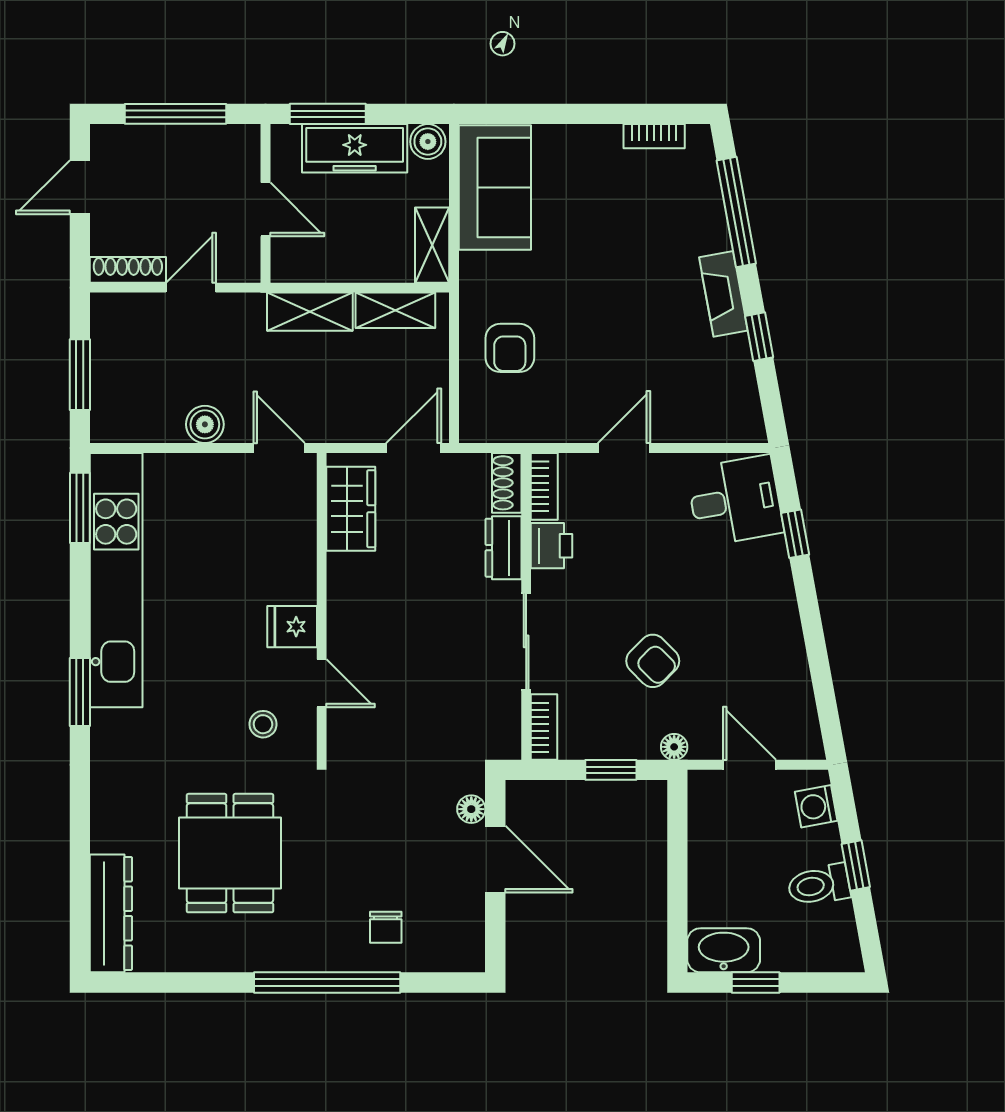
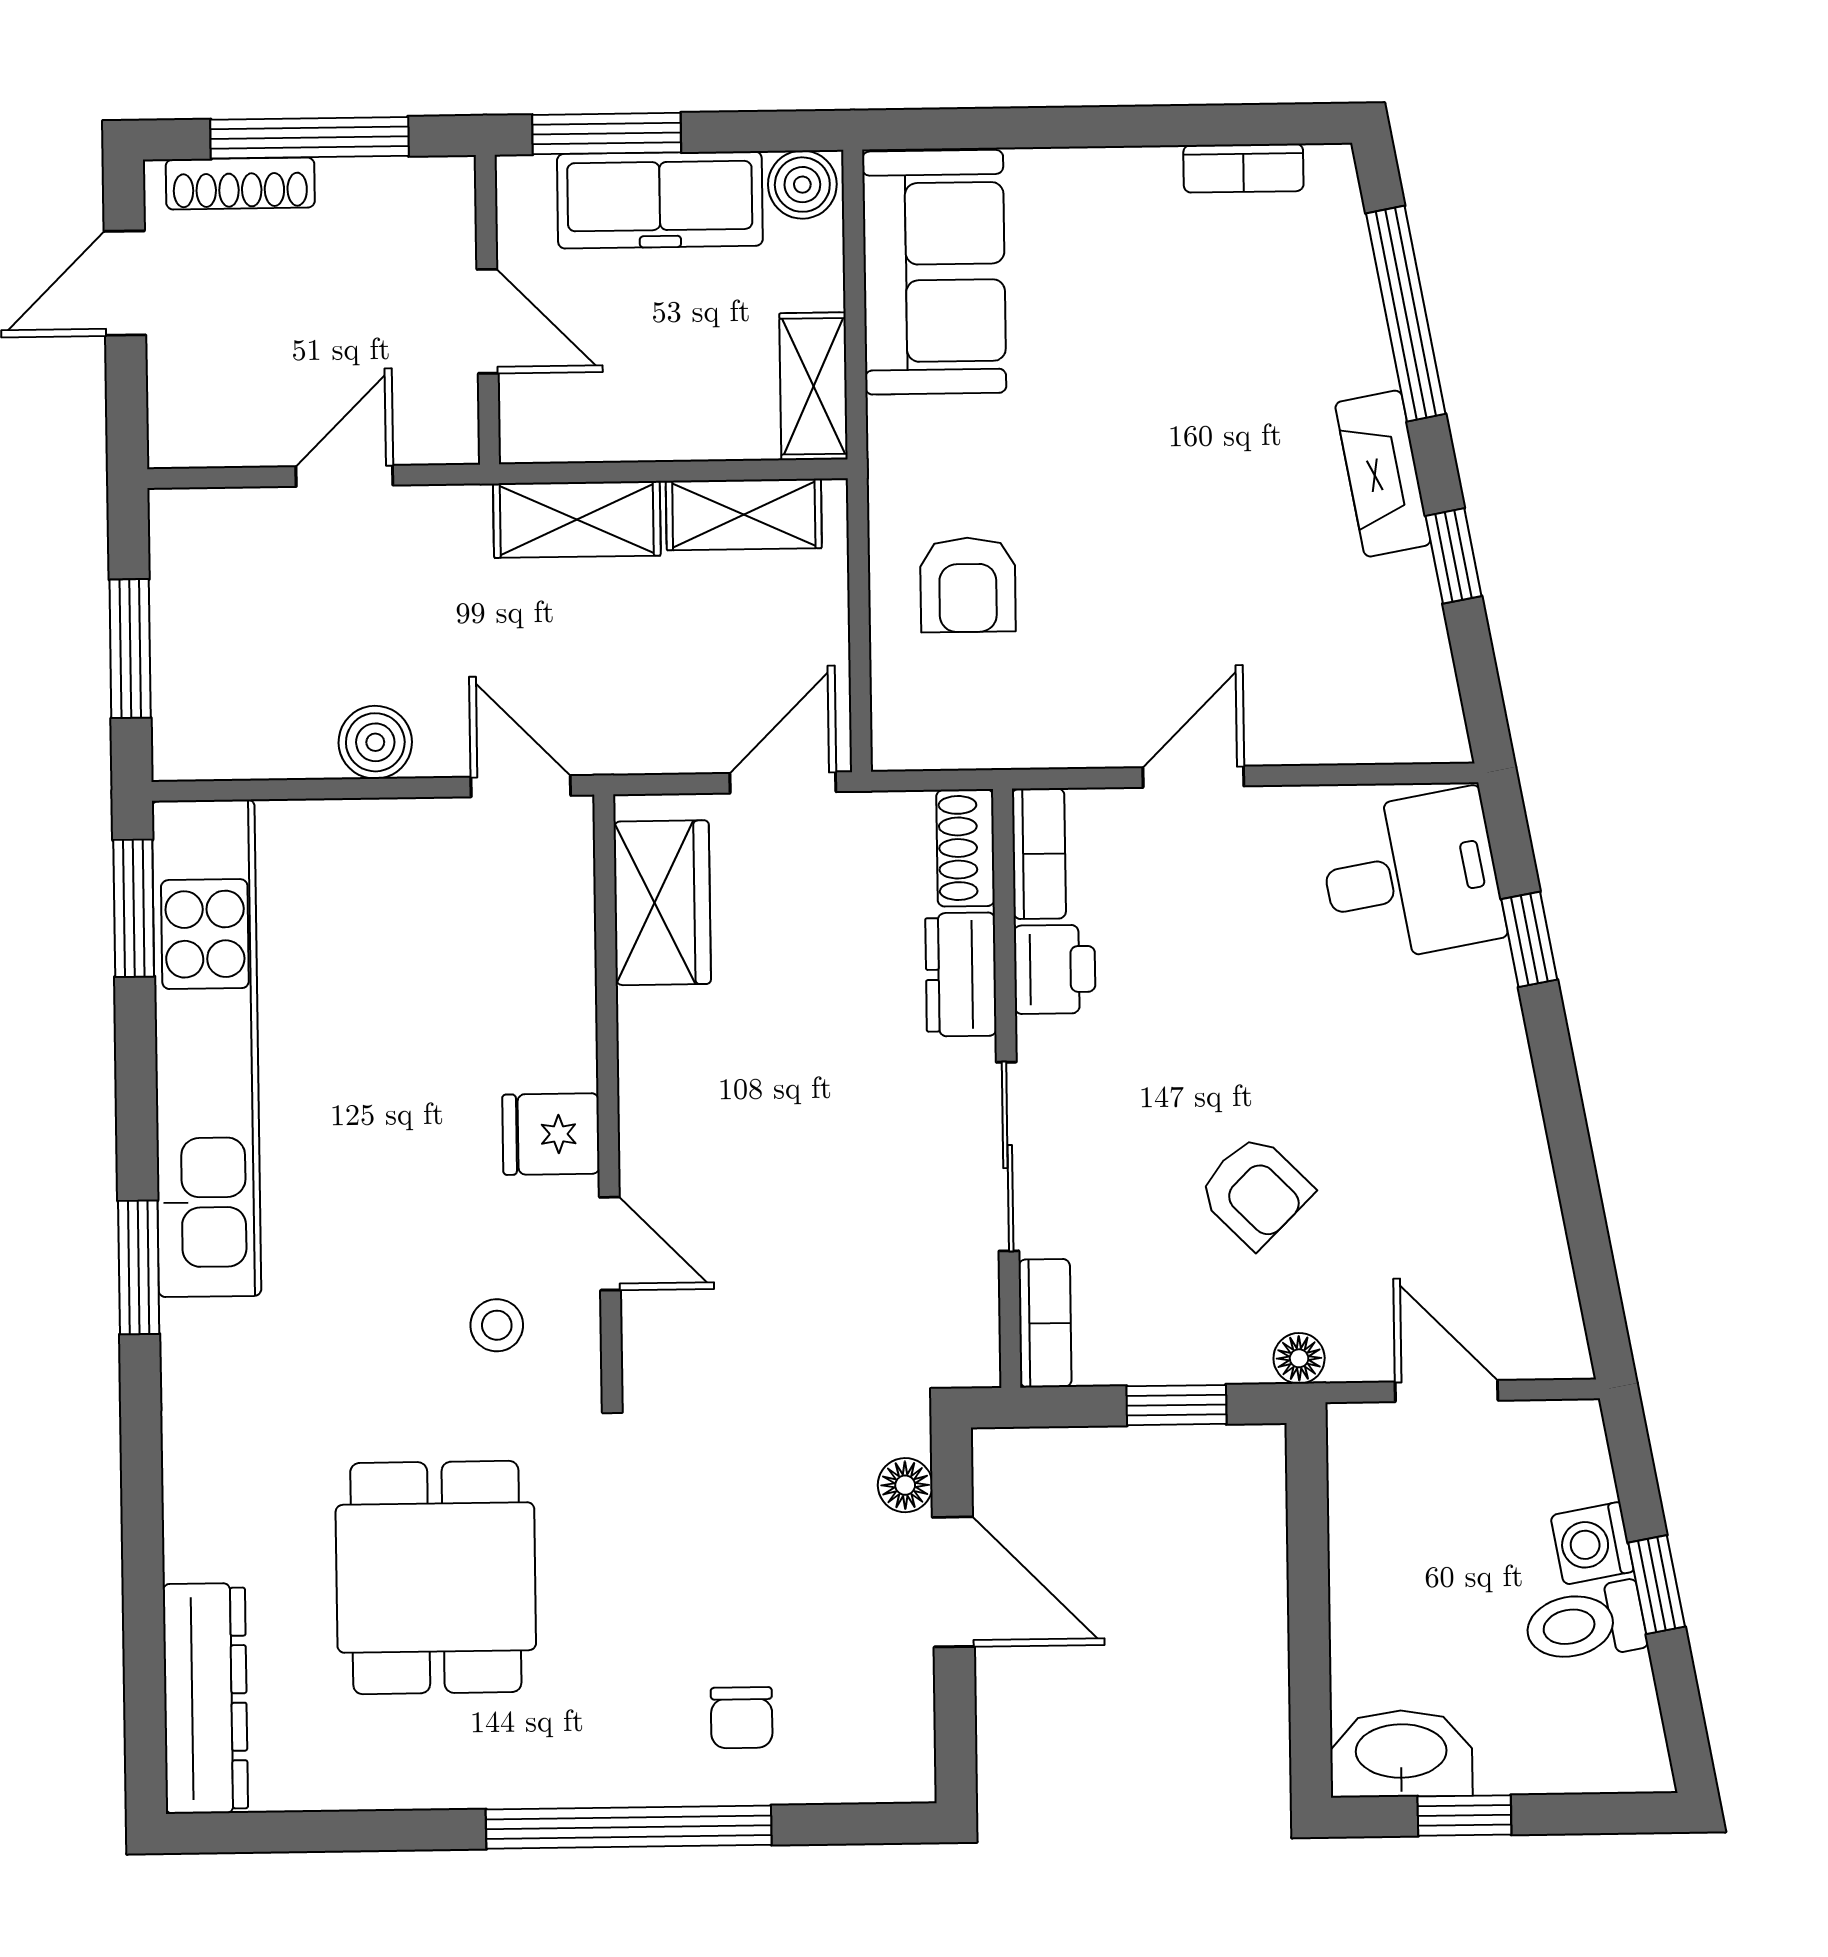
shoe rack: (128, 270) -> (240, 183), moved, turned 180
washing machine: (816, 806) -> (1592, 1543), moved

